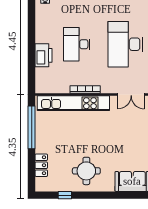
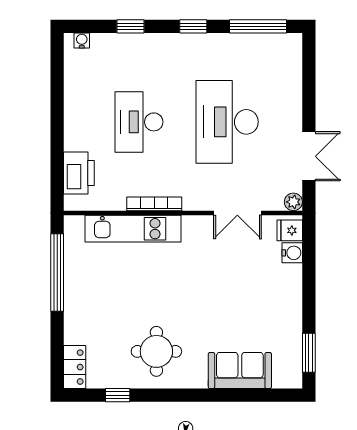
printer: (44, 55) -> (79, 173), moved
kitchen unit: (73, 103) -> (133, 229), width x0.73
locker: (41, 165) -> (75, 367), moved

